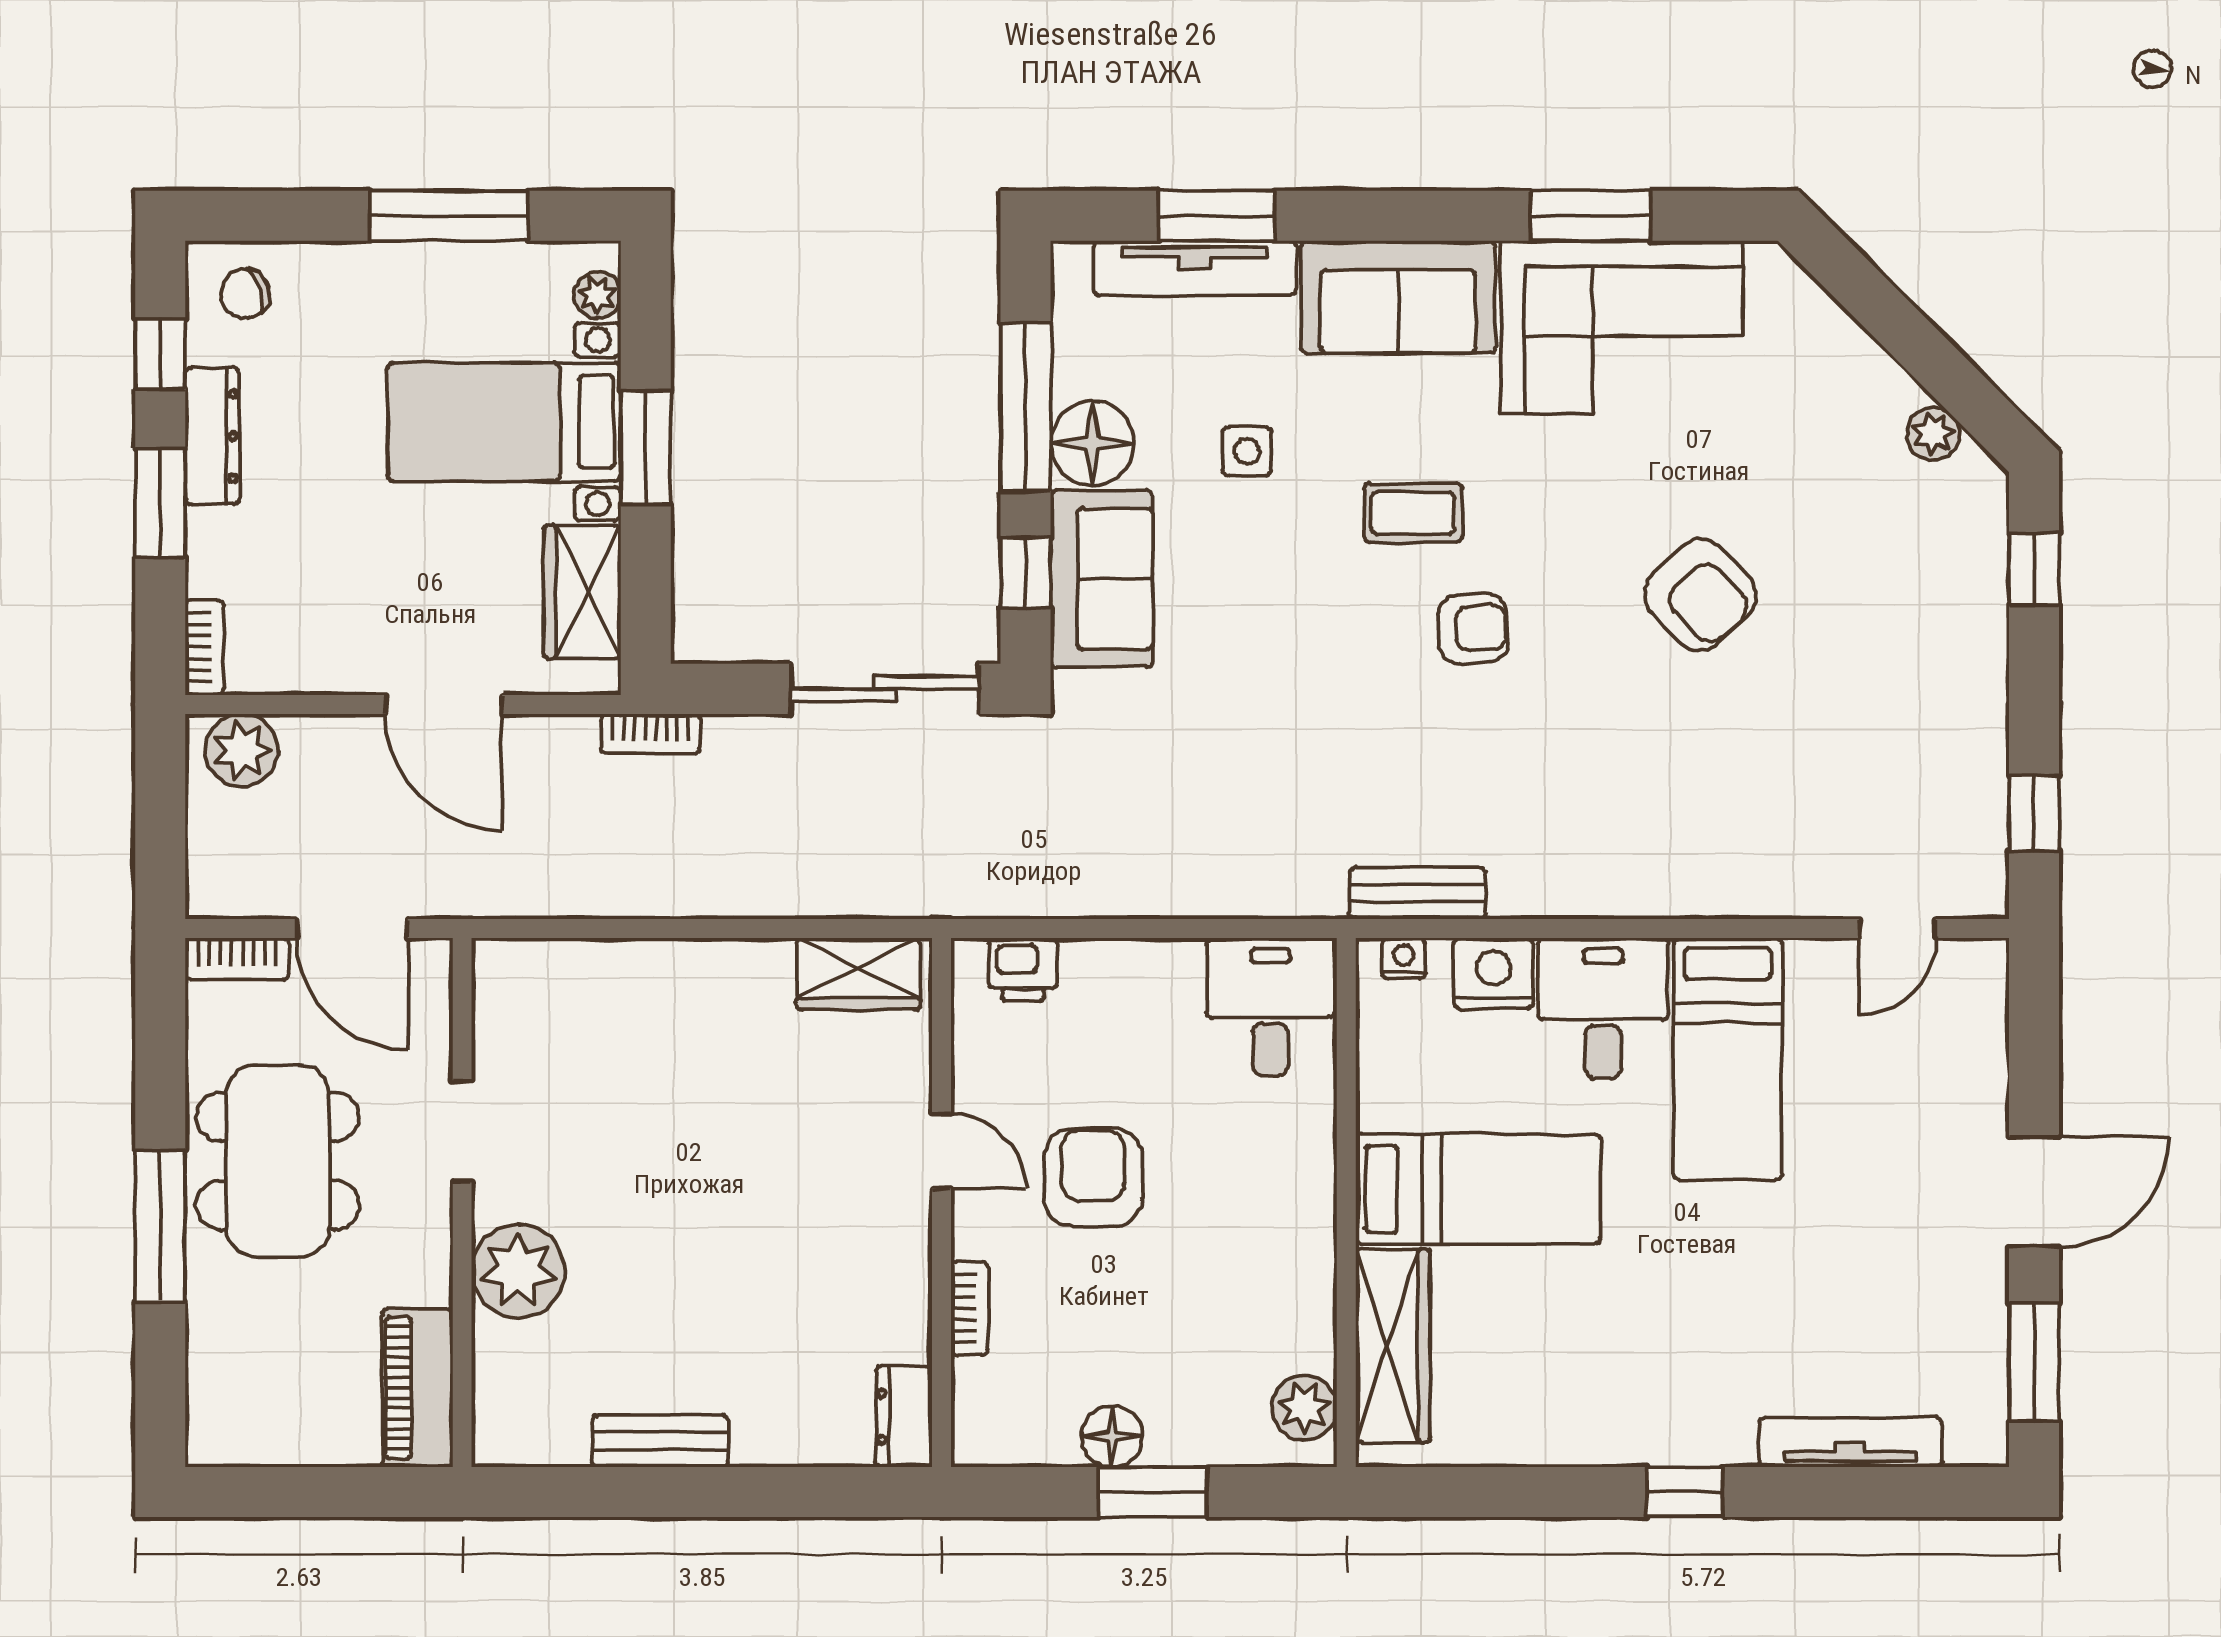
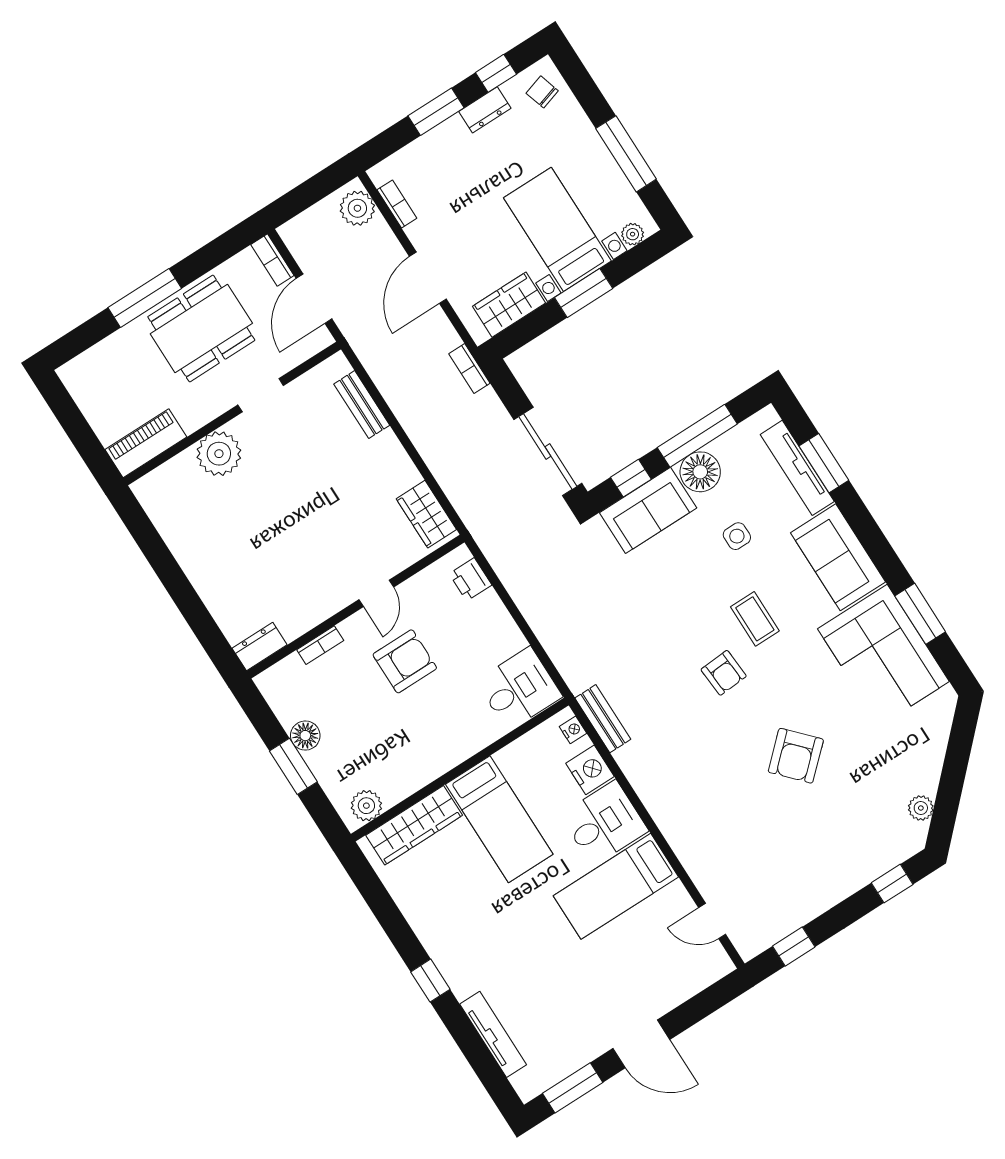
dresser: (212, 436) -> (485, 110), width x0.70
bookcase: (204, 647) -> (397, 204), moved, turned -90
bench: (660, 1441) -> (362, 405), moved

